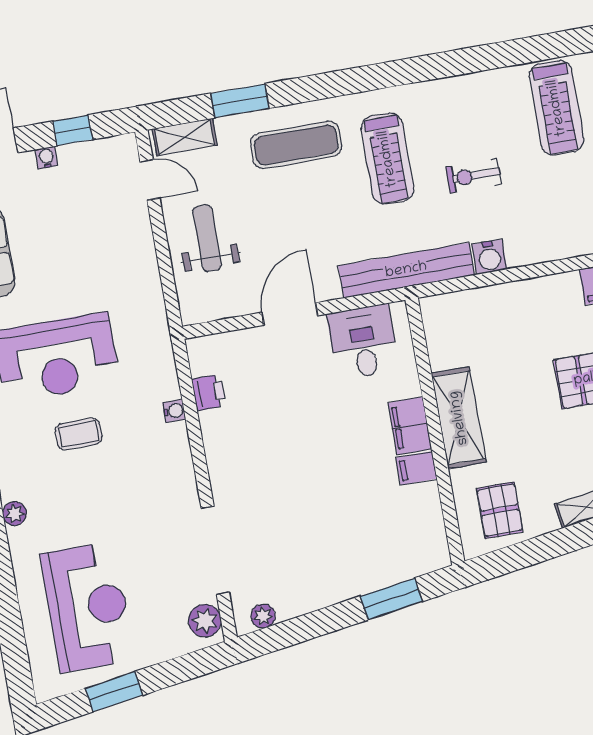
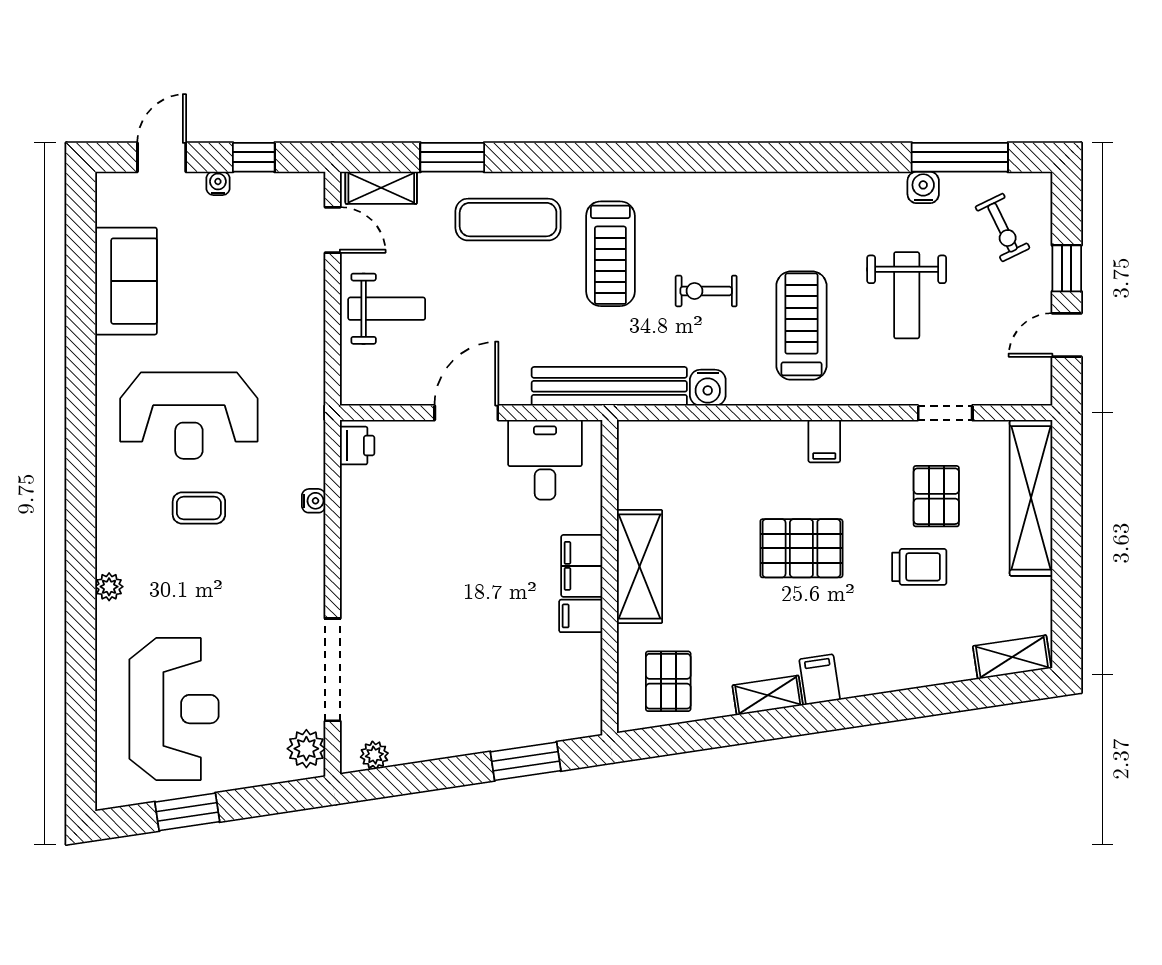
treadmill: (557, 108) -> (801, 326), moved, turned 180
weight bench: (207, 238) -> (387, 309), turned 90
printer: (209, 393) -> (357, 446), moved

